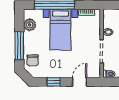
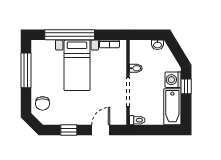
plant: (30, 25) -> (39, 59), removed
window: (19, 46) -> (26, 70), moved

